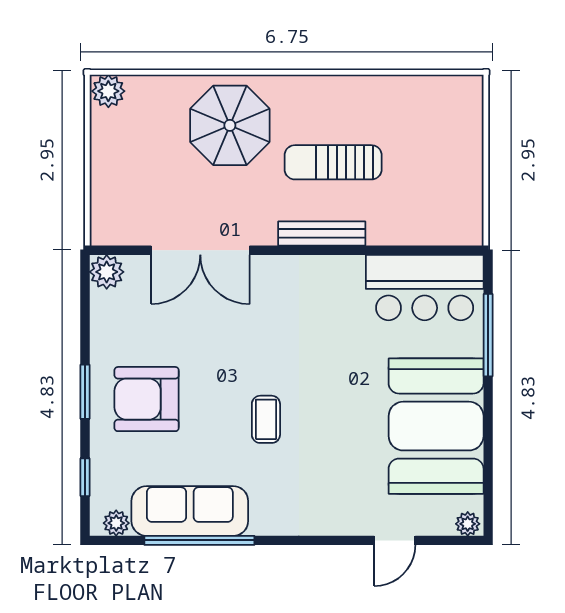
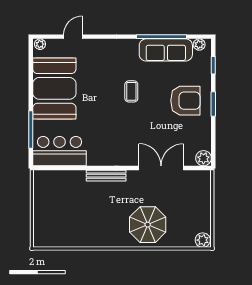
sun lounger: (333, 162) -> (101, 208), removed

